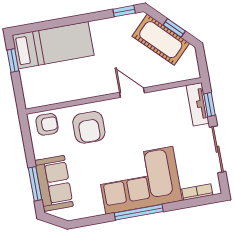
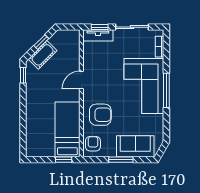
cot: (161, 40) -> (43, 55), width x0.73, depth x0.75
bed: (53, 45) -> (67, 129), moved
window: (13, 60) -> (64, 160), moved
window: (35, 184) -> (121, 160), moved

